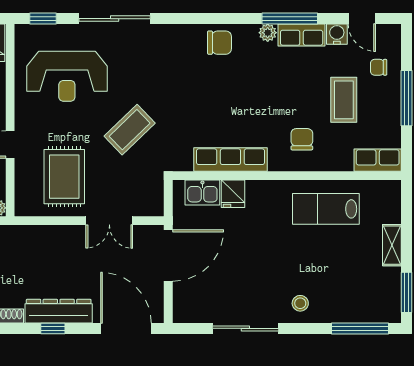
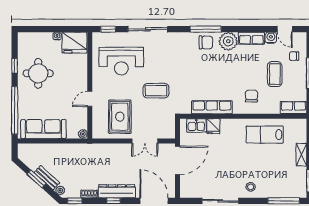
window: (290, 19) -> (206, 29), moved
plant: (268, 33) -> (228, 41), width x1.87, depth x1.87
coffee table: (130, 130) -> (156, 91), turned 44

